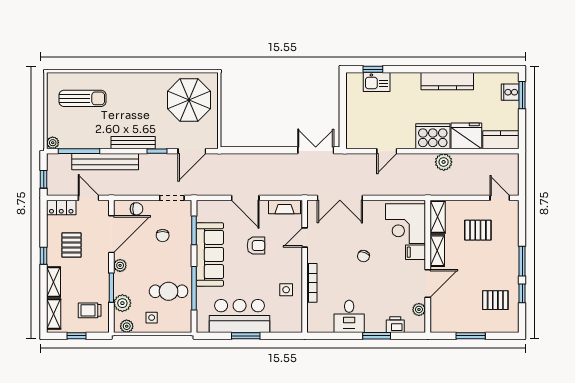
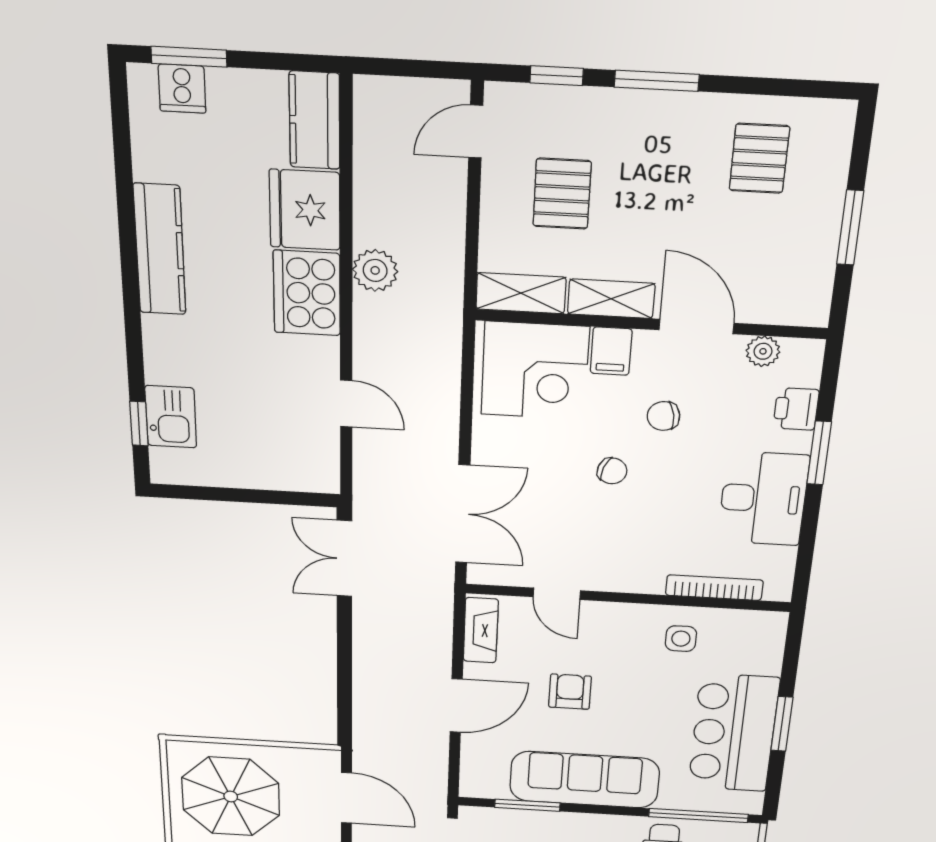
chair: (389, 274) -> (663, 416), added
bookcase: (312, 283) -> (714, 588), moved
window: (194, 288) -> (698, 815), moved
window: (522, 293) -> (557, 76), moved
desk: (349, 316) -> (763, 499), width x1.37

